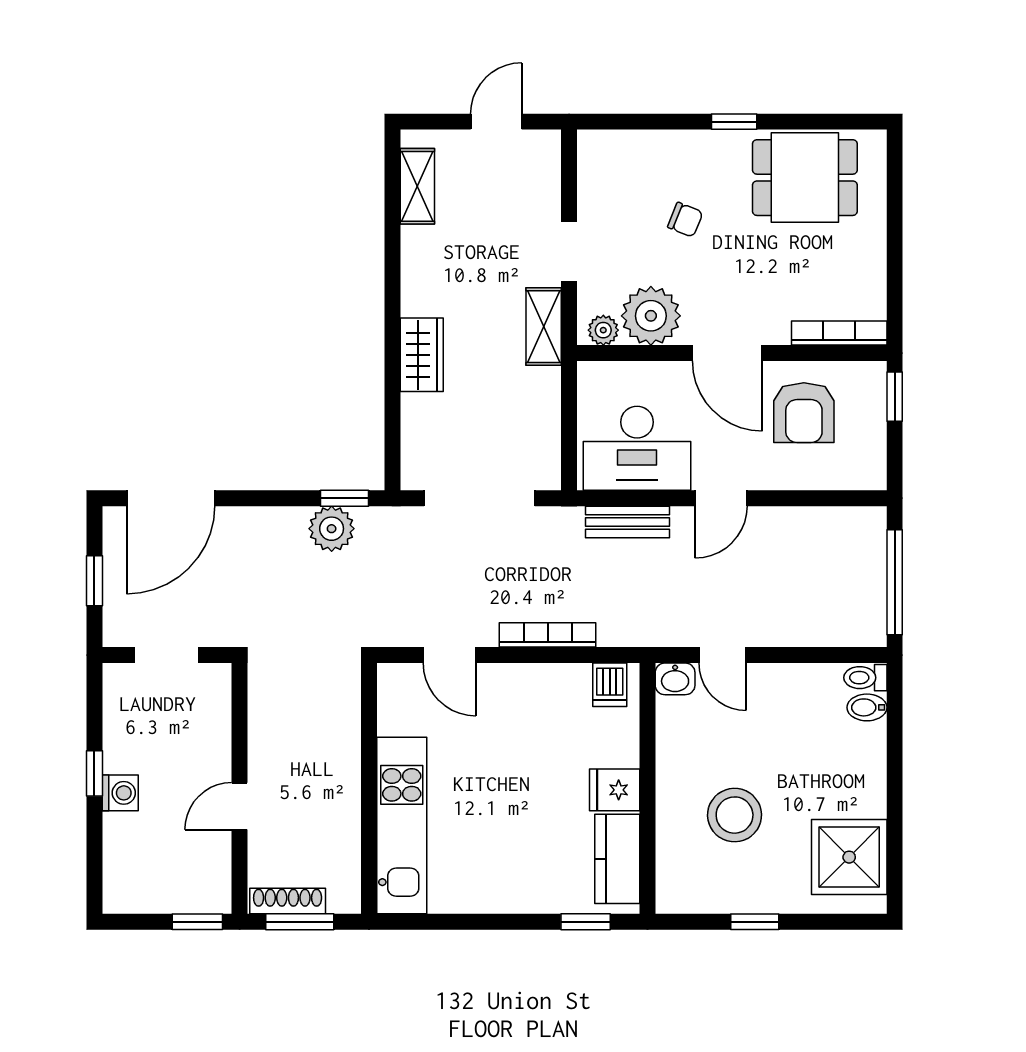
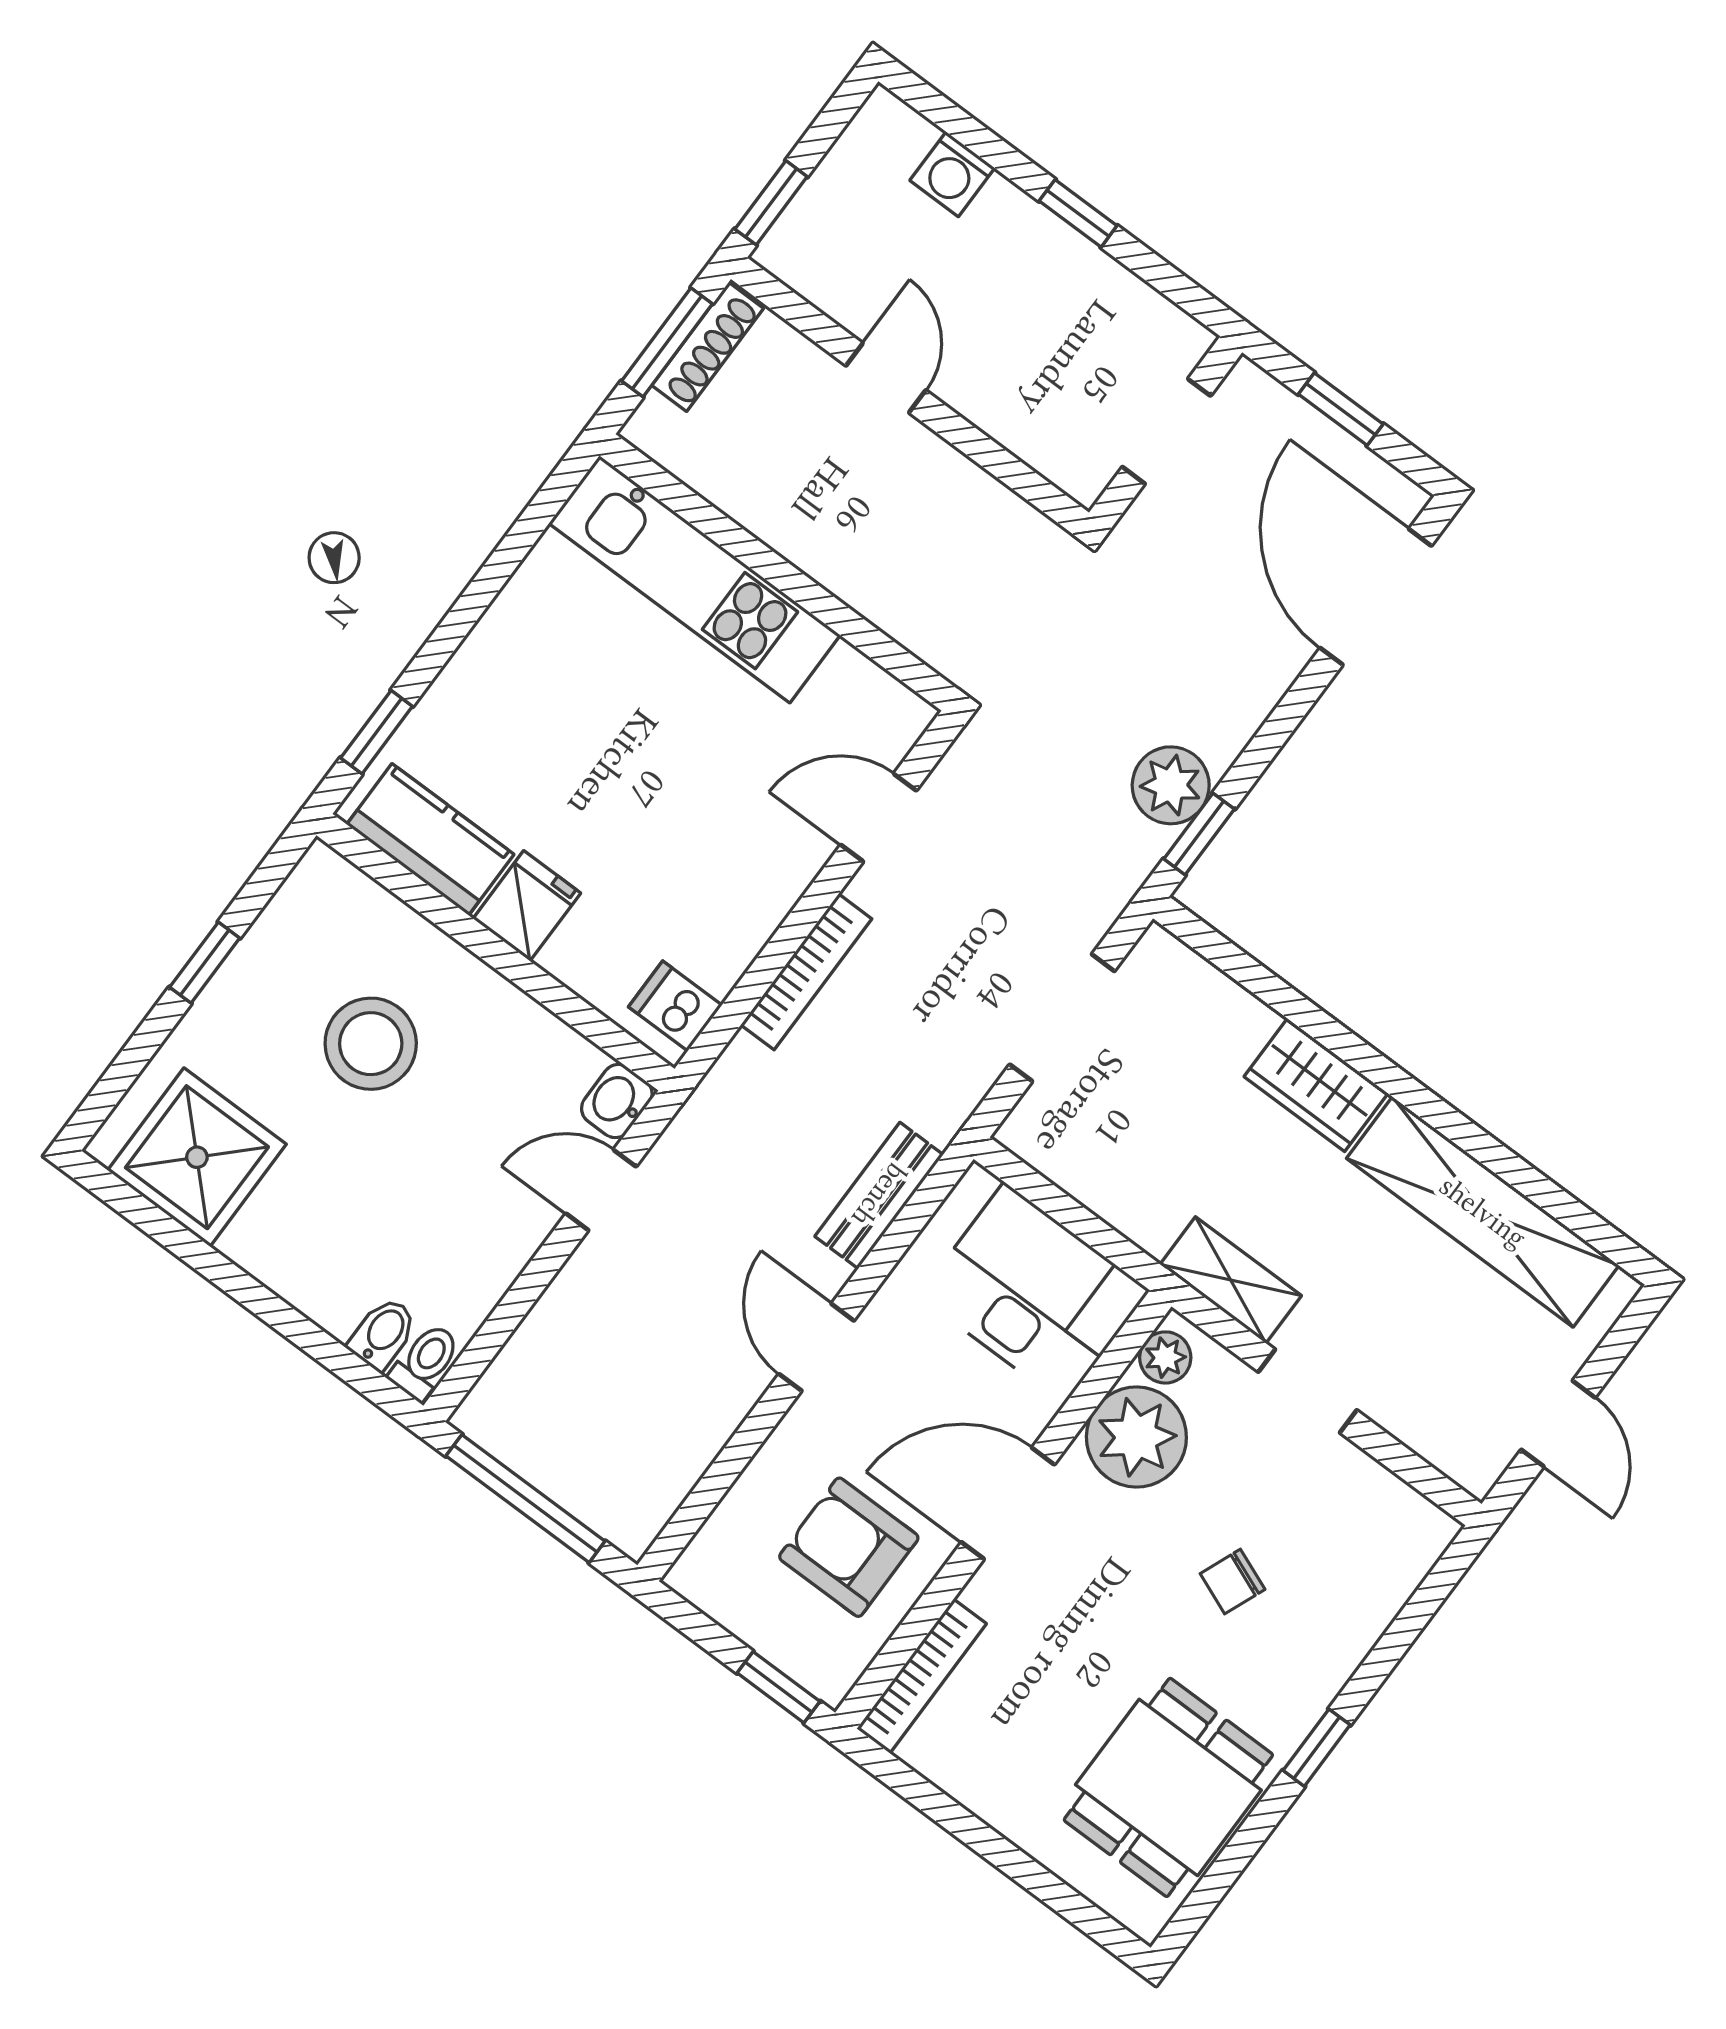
shelving: (417, 186) -> (1483, 1212), width x2.20, depth x1.33
desk: (637, 448) -> (1034, 1293), moved, turned 90
doorway: (479, 498) -> (1062, 1018), width x0.73
washing machine: (120, 793) -> (952, 174), moved

